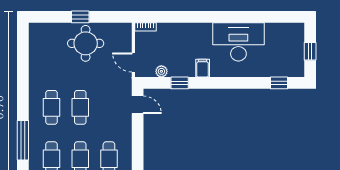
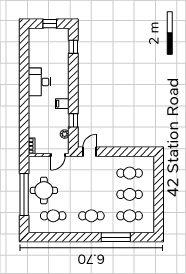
window: (80, 17) -> (24, 194), width x3.17
desk: (238, 42) -> (39, 82), width x0.73, depth x0.77
cafe table: (80, 107) -> (53, 216), moved

